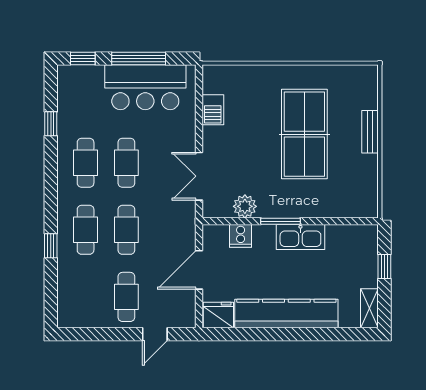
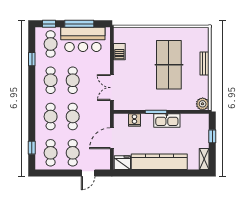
cafe table: (86, 96) -> (51, 44), added
plant: (245, 206) -> (203, 104), moved
window: (51, 246) -> (32, 148), moved
cafe table: (86, 297) -> (51, 153), added

